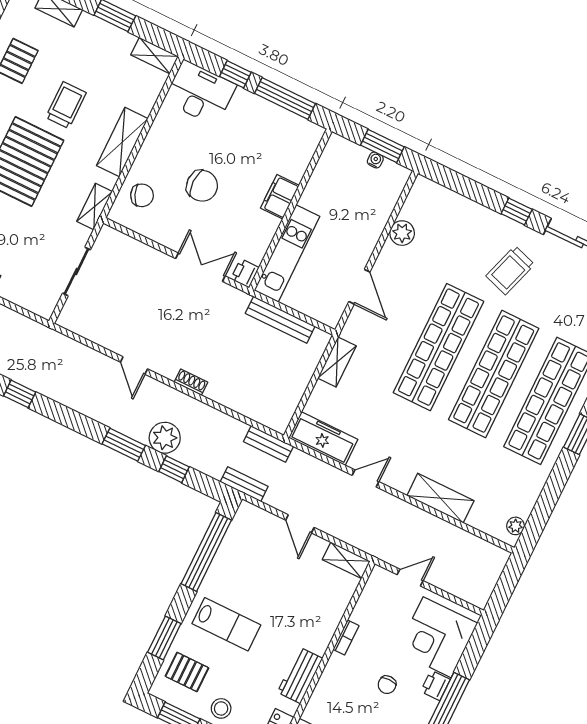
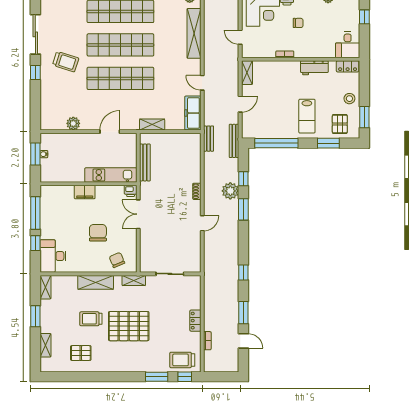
bench: (244, 484) -> (234, 141), width x1.36
shelving: (440, 498) -> (194, 33), width x1.47
lab bench: (226, 624) -> (307, 116), turned 180

